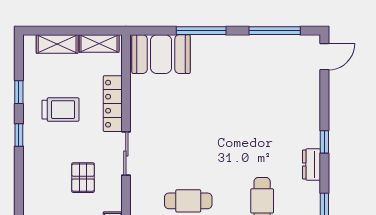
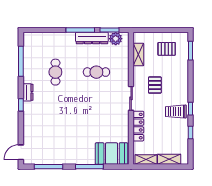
trolley: (61, 110) -> (176, 112), moved

